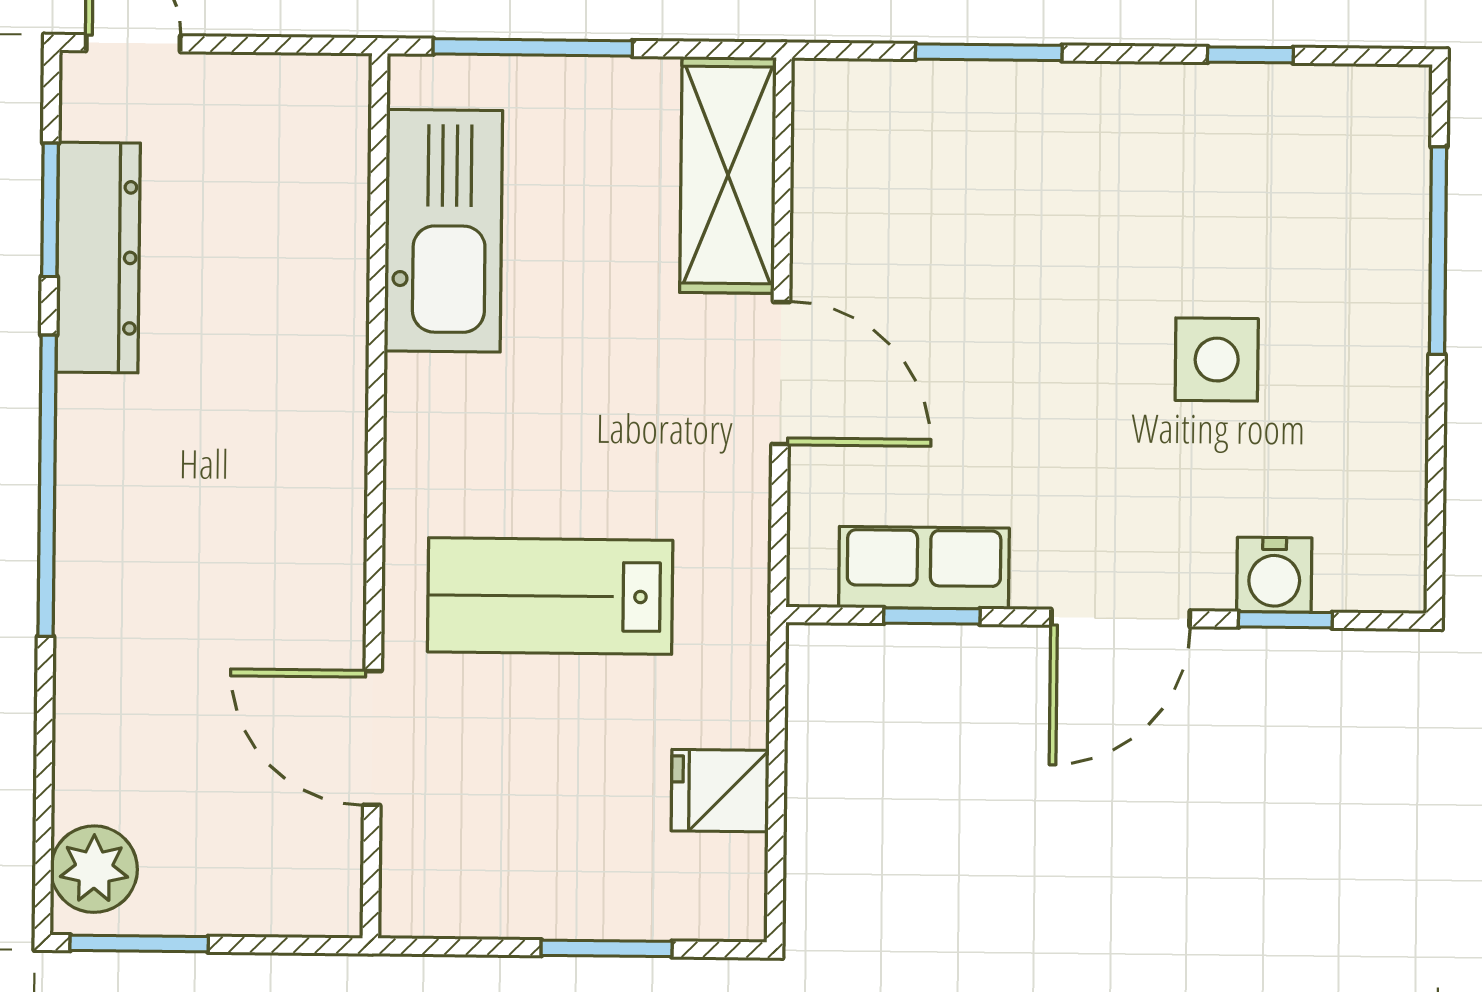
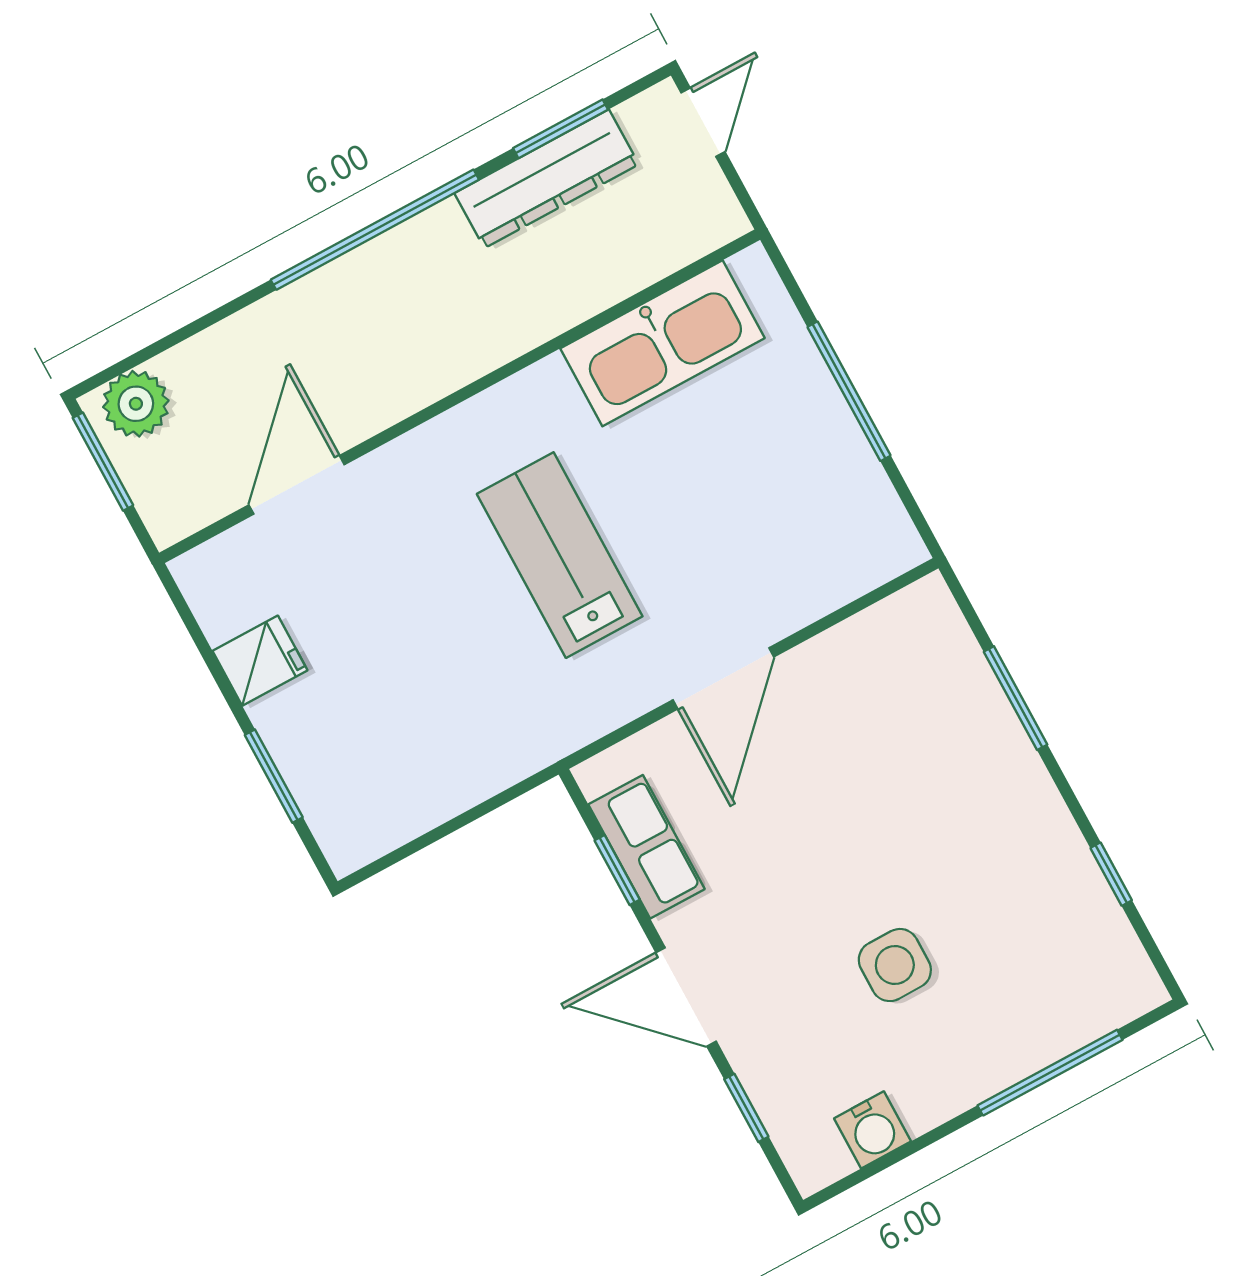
shelving: (728, 175) -> (836, 569), removed
kitchen sink: (443, 231) -> (662, 343), moved
wall: (375, 496) -> (460, 396), moved
water cooler: (1274, 575) -> (873, 1130), moved, turned -90
lab bench: (550, 596) -> (560, 555), moved
door: (373, 738) -> (297, 485), moved
fridge: (720, 791) -> (260, 661), moved, turned 90

